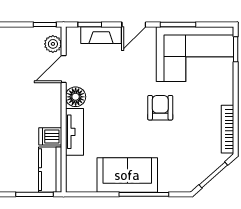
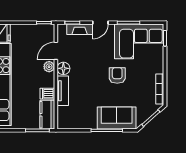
plant: (53, 44) -> (49, 67), moved
sofa: (127, 175) -> (117, 118), moved

